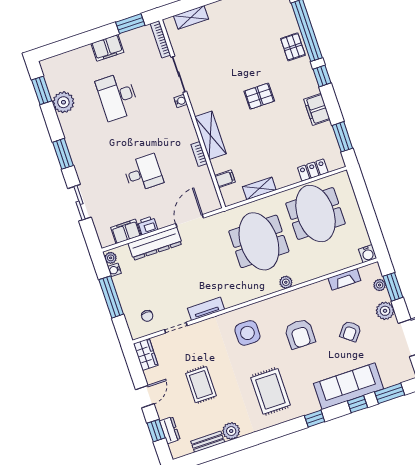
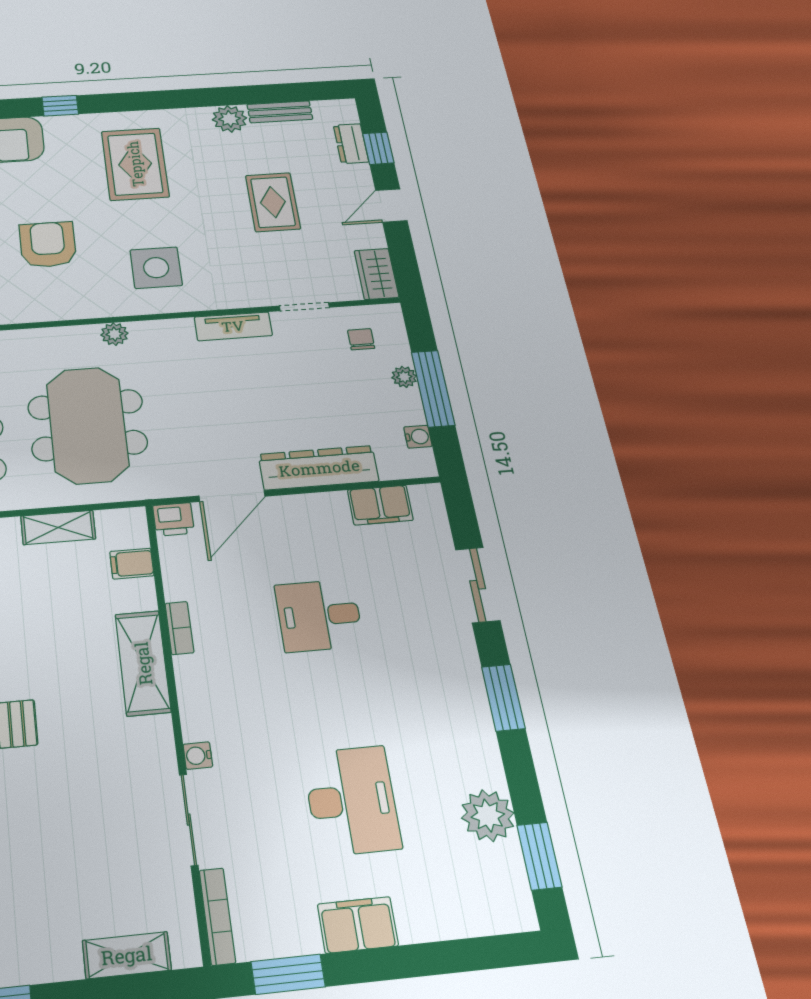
printer: (148, 225) -> (174, 519), moved
plant: (111, 258) -> (404, 377), moved
plant: (286, 282) -> (114, 334), moved

